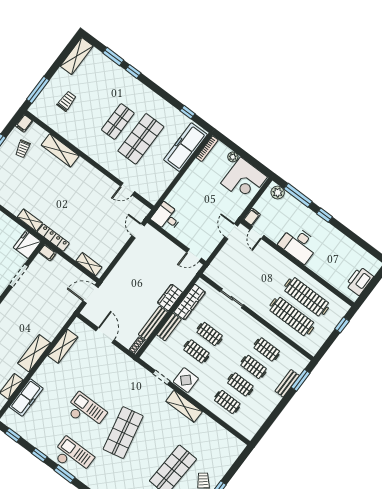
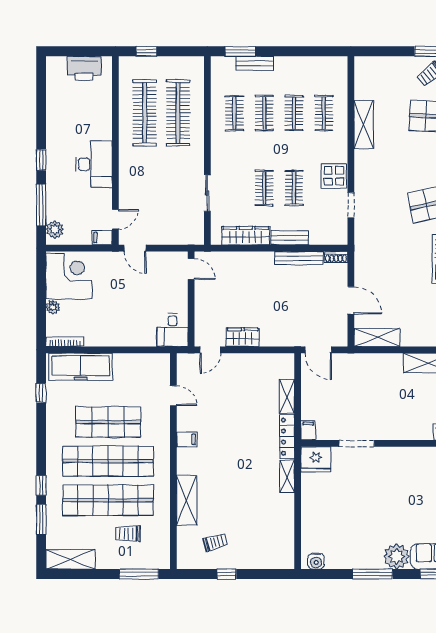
shop shelf: (95, 104) -> (108, 500), added
shop shelf: (118, 122) -> (108, 461), width x2.00, depth x1.36
filing cabinet: (24, 123) -> (187, 439), moved
door: (231, 231) -> (135, 248), hinge flipped
shelving: (89, 264) -> (287, 396), moved
wardrobe: (170, 297) -> (243, 337), moved, turned 180
door: (105, 335) -> (351, 300), swing flipped
shelving: (63, 346) -> (377, 338), moved
shelving: (184, 406) -> (364, 125), moved

